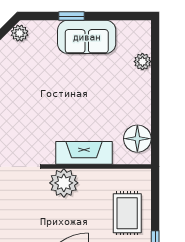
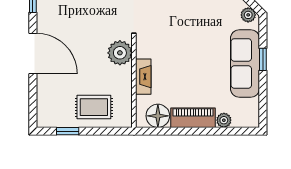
sofa: (87, 37) -> (245, 63), width x1.36
piano: (140, 98) -> (193, 118), added
fireplace: (84, 153) -> (143, 77), width x0.73, depth x0.76

